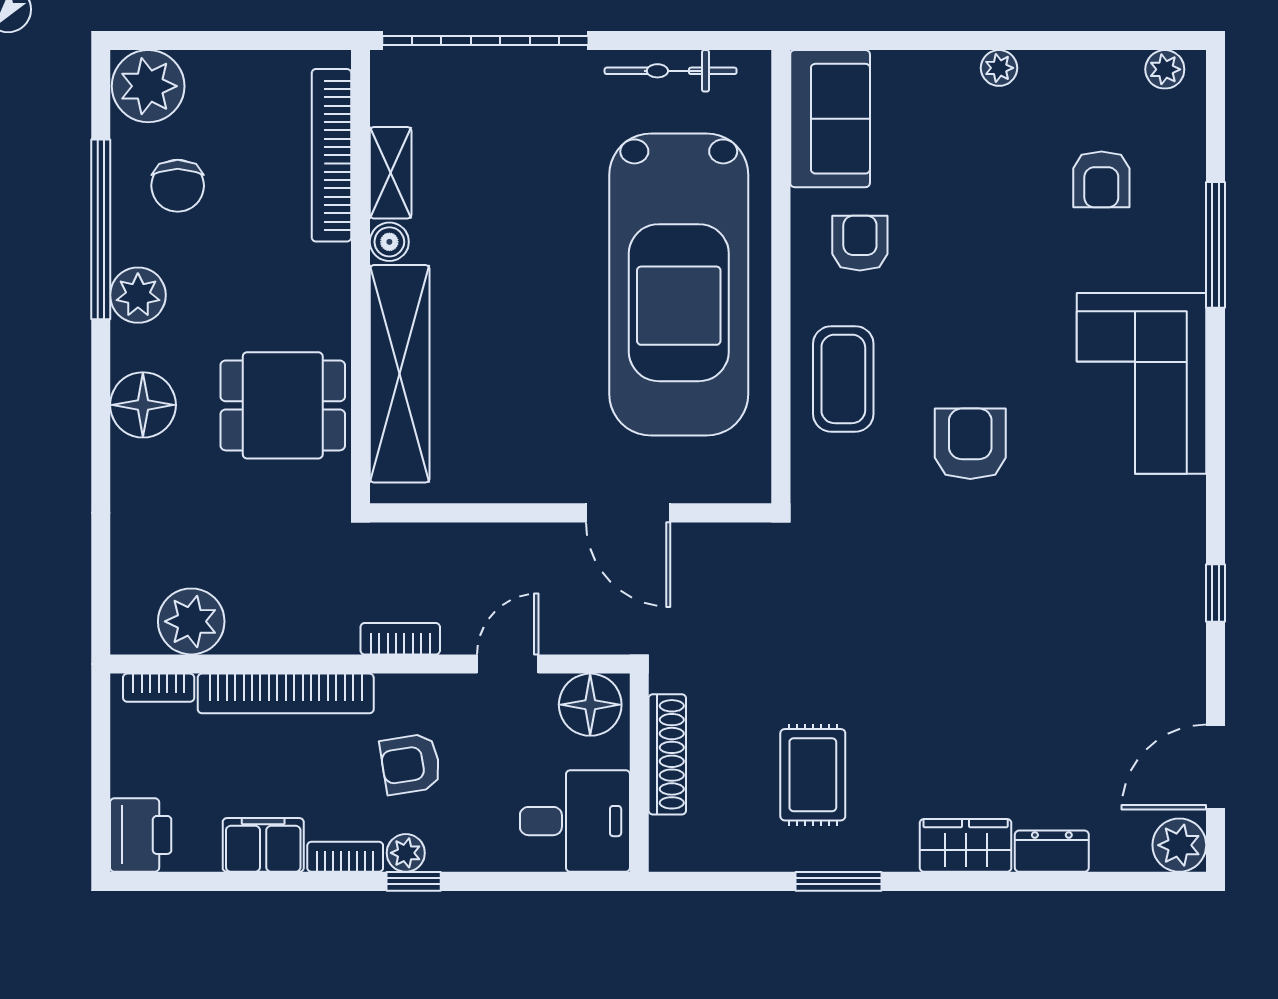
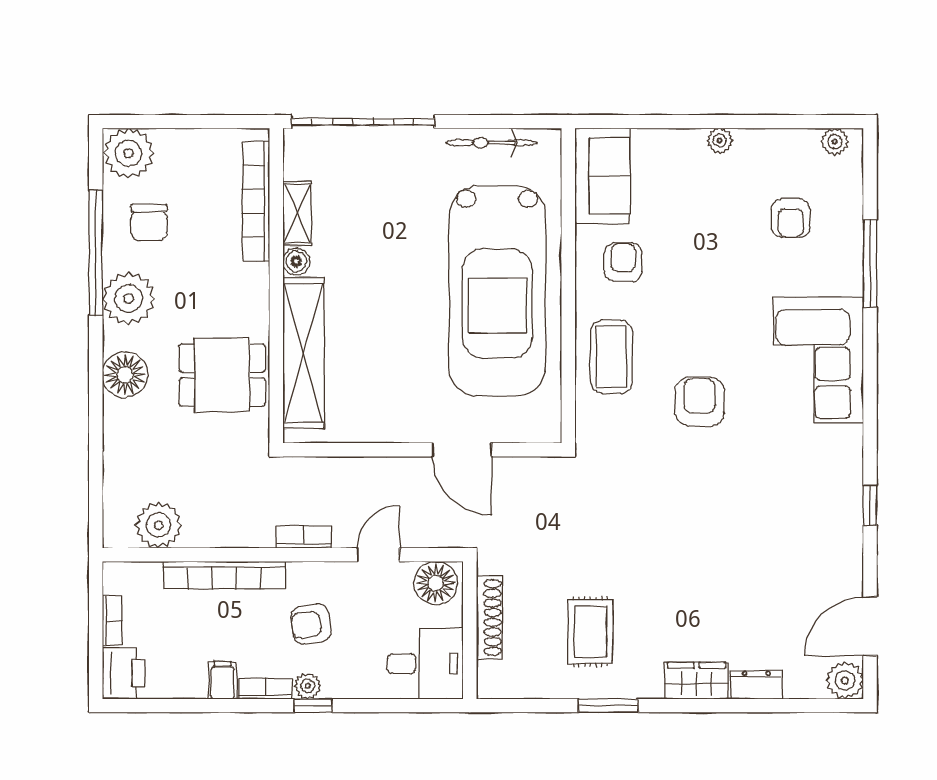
plant: (138, 295) -> (129, 298), width x1.36, depth x1.36
bookcase: (159, 688) -> (112, 621), moved, turned -90
filing cabinet: (263, 845) -> (223, 680), width x0.50

